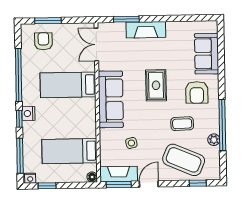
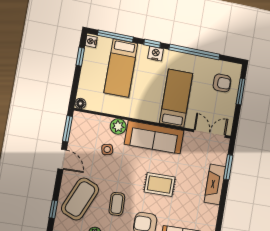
plant: (107, 137) -> (118, 126), added
bed: (70, 151) -> (121, 68), moved, turned 180
fireplace: (119, 174) -> (78, 131), removed

